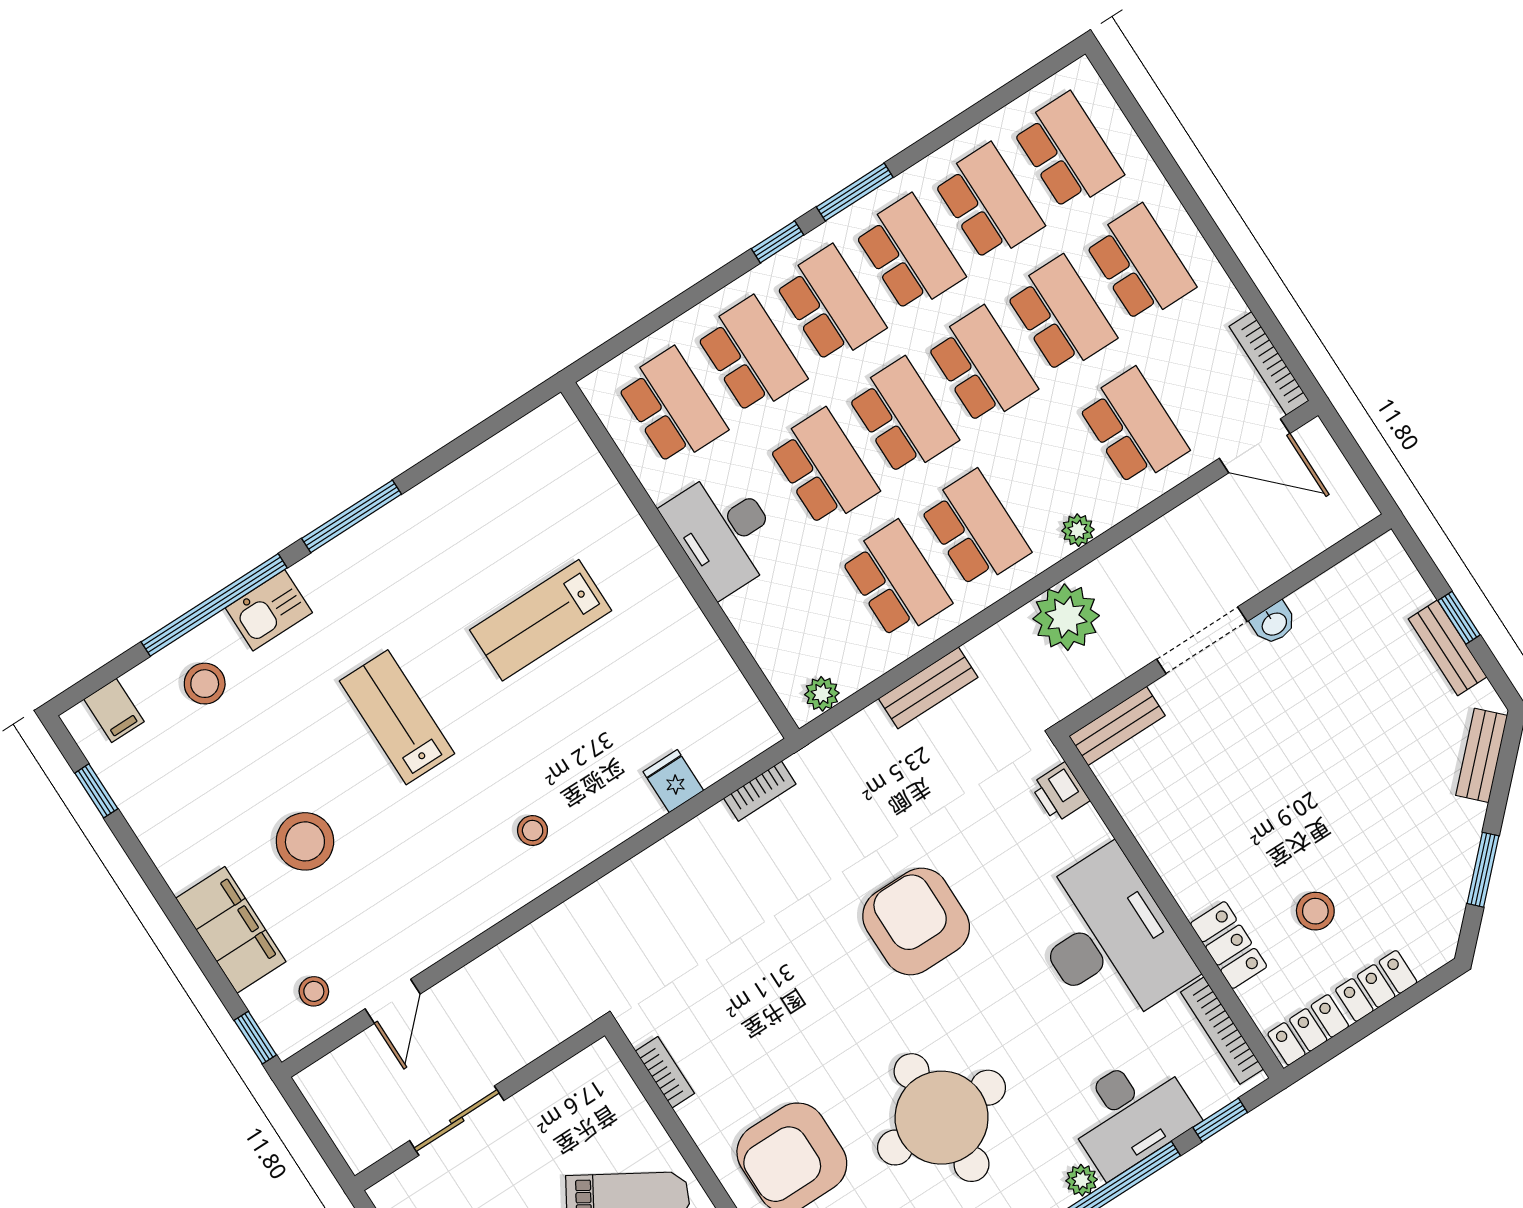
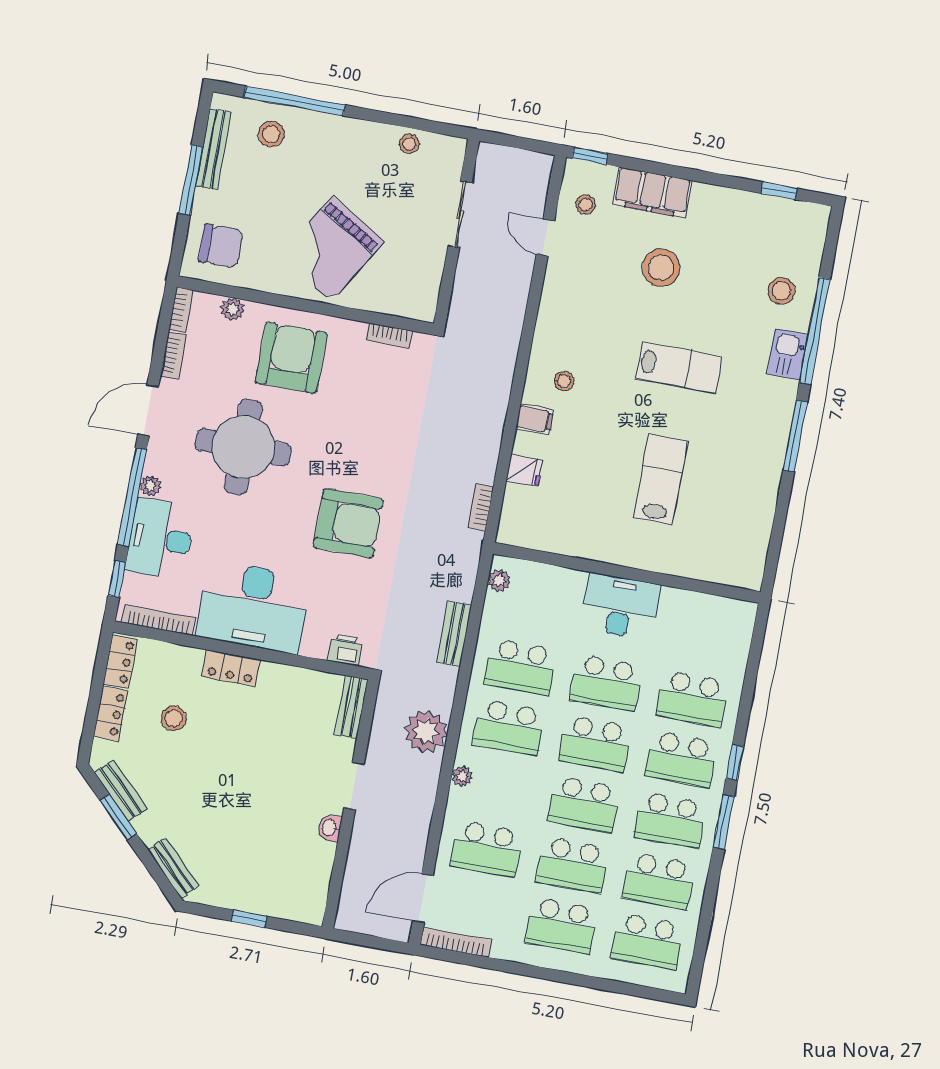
school desk: (672, 407) -> (704, 638), removed
doorway: (1202, 640) -> (354, 786), width x0.73
bench: (1448, 648) -> (121, 791), moved, turned 45
filing cabinet: (114, 710) -> (535, 419), moved, turned 180
locker: (1229, 945) -> (231, 668), moved

